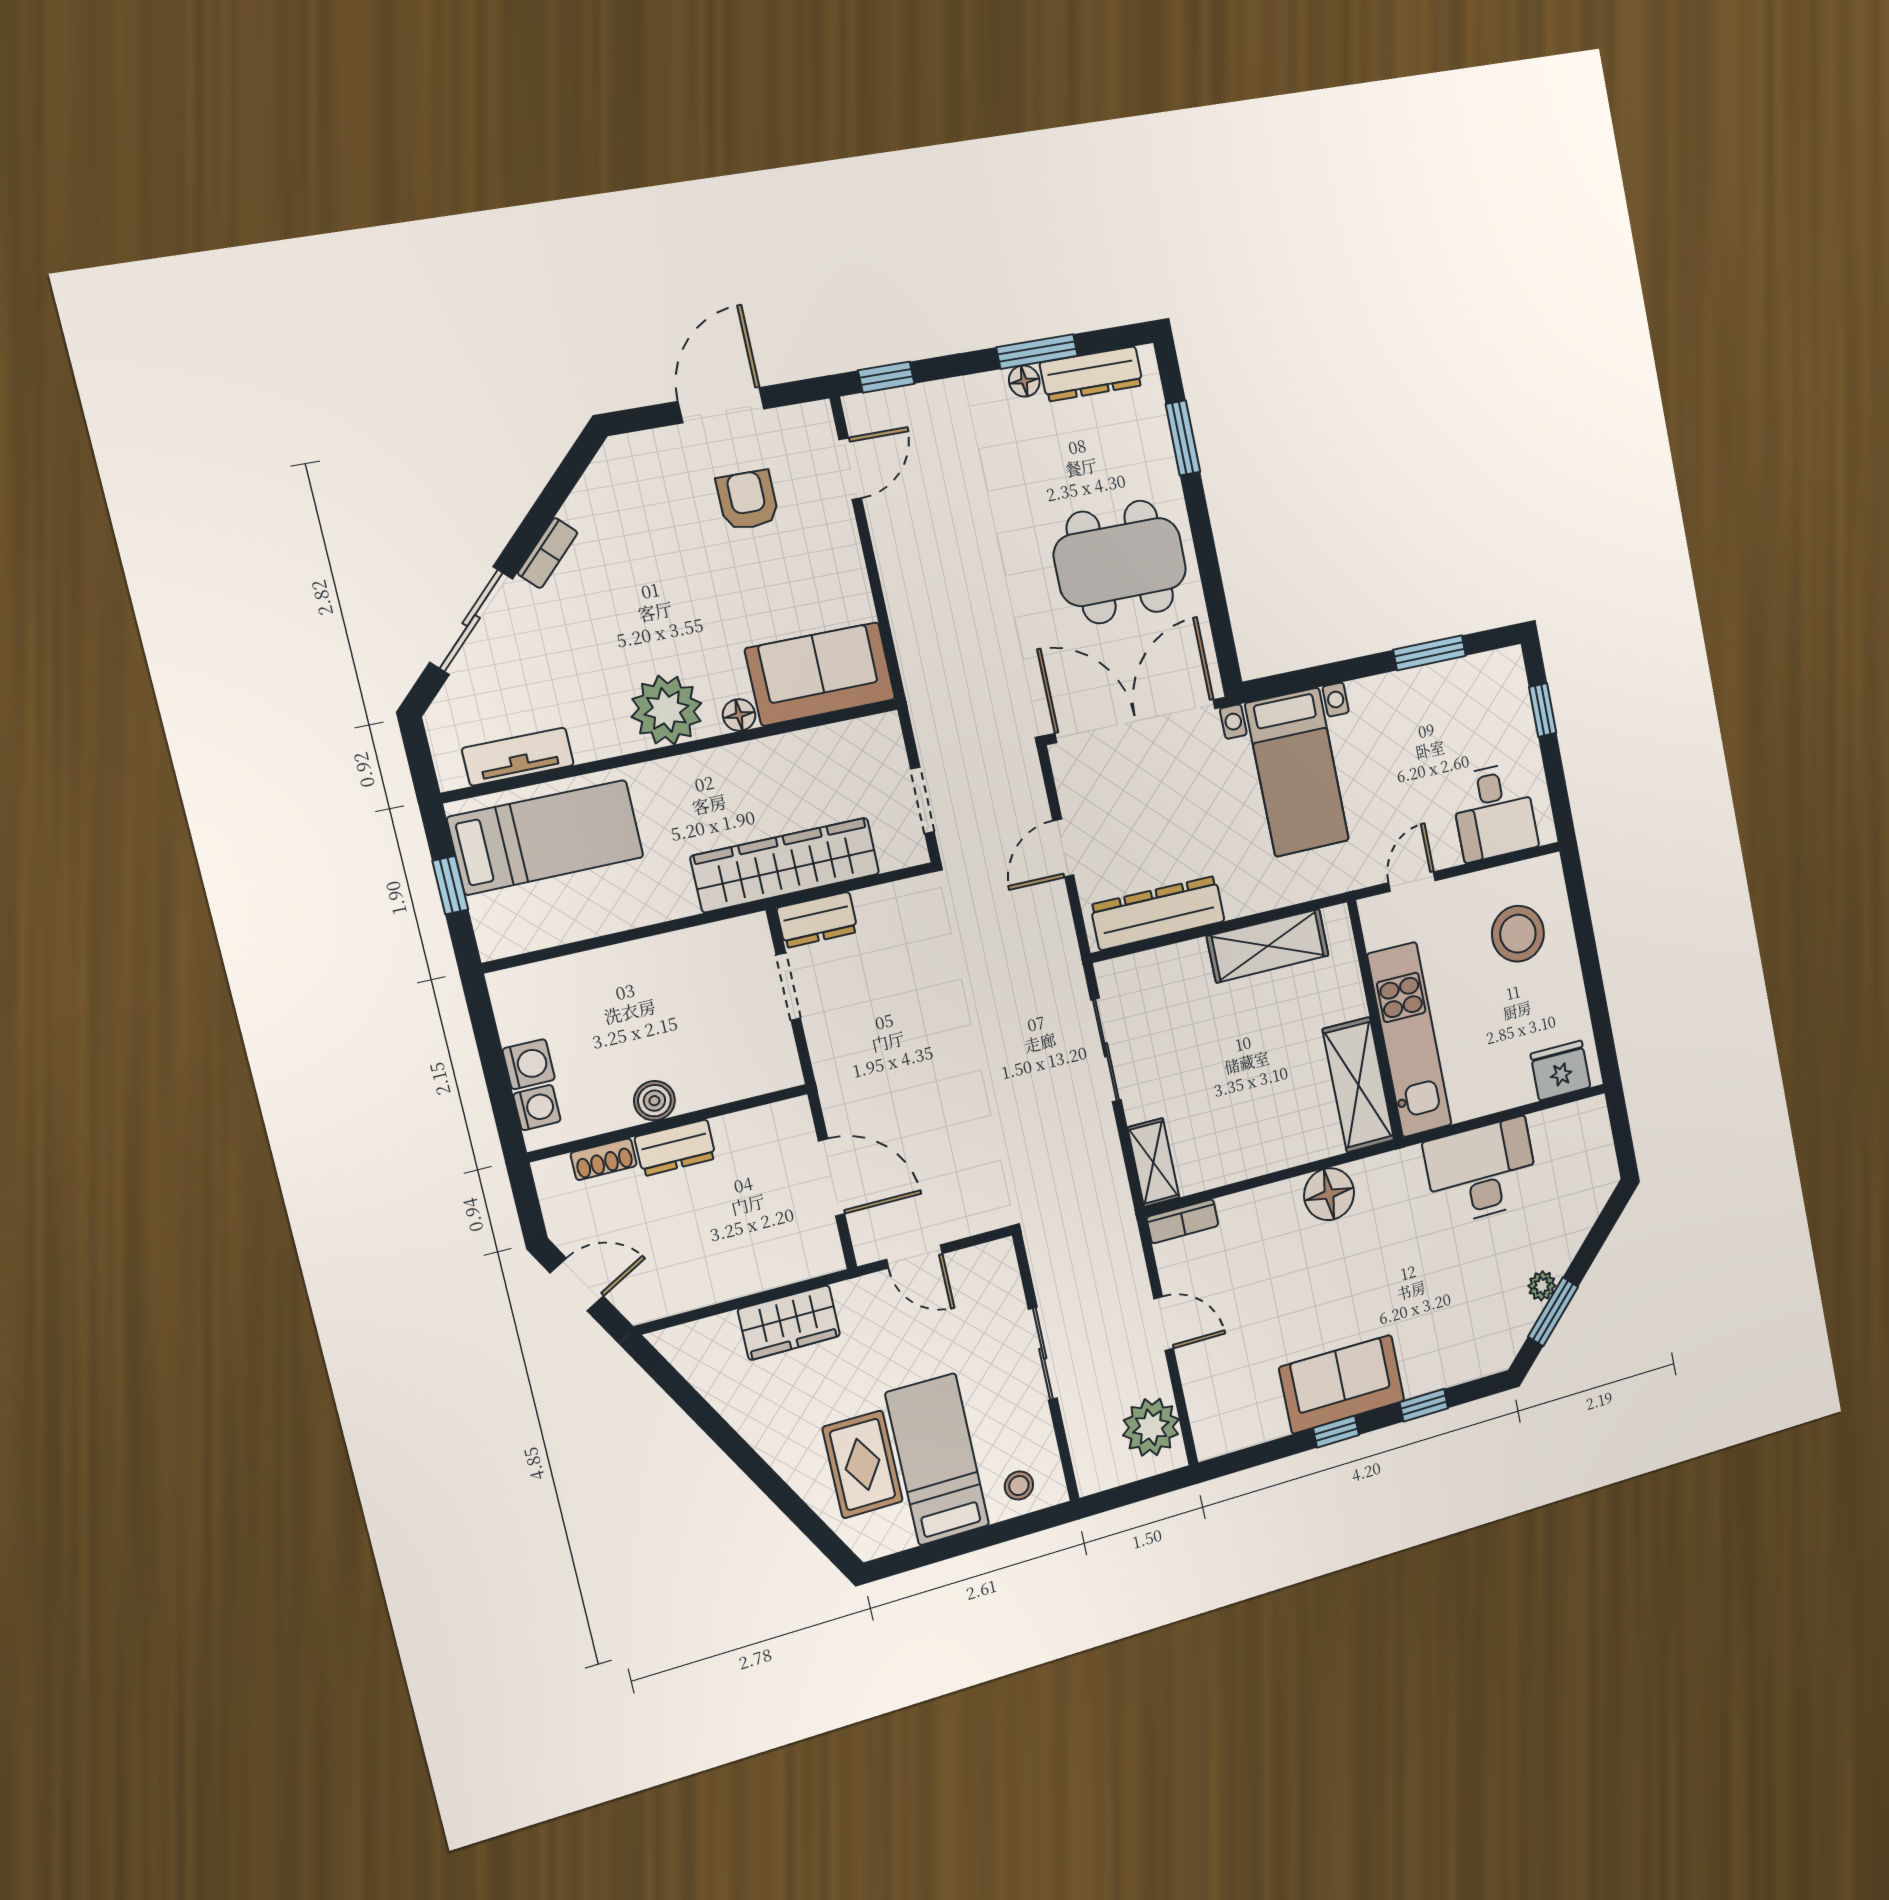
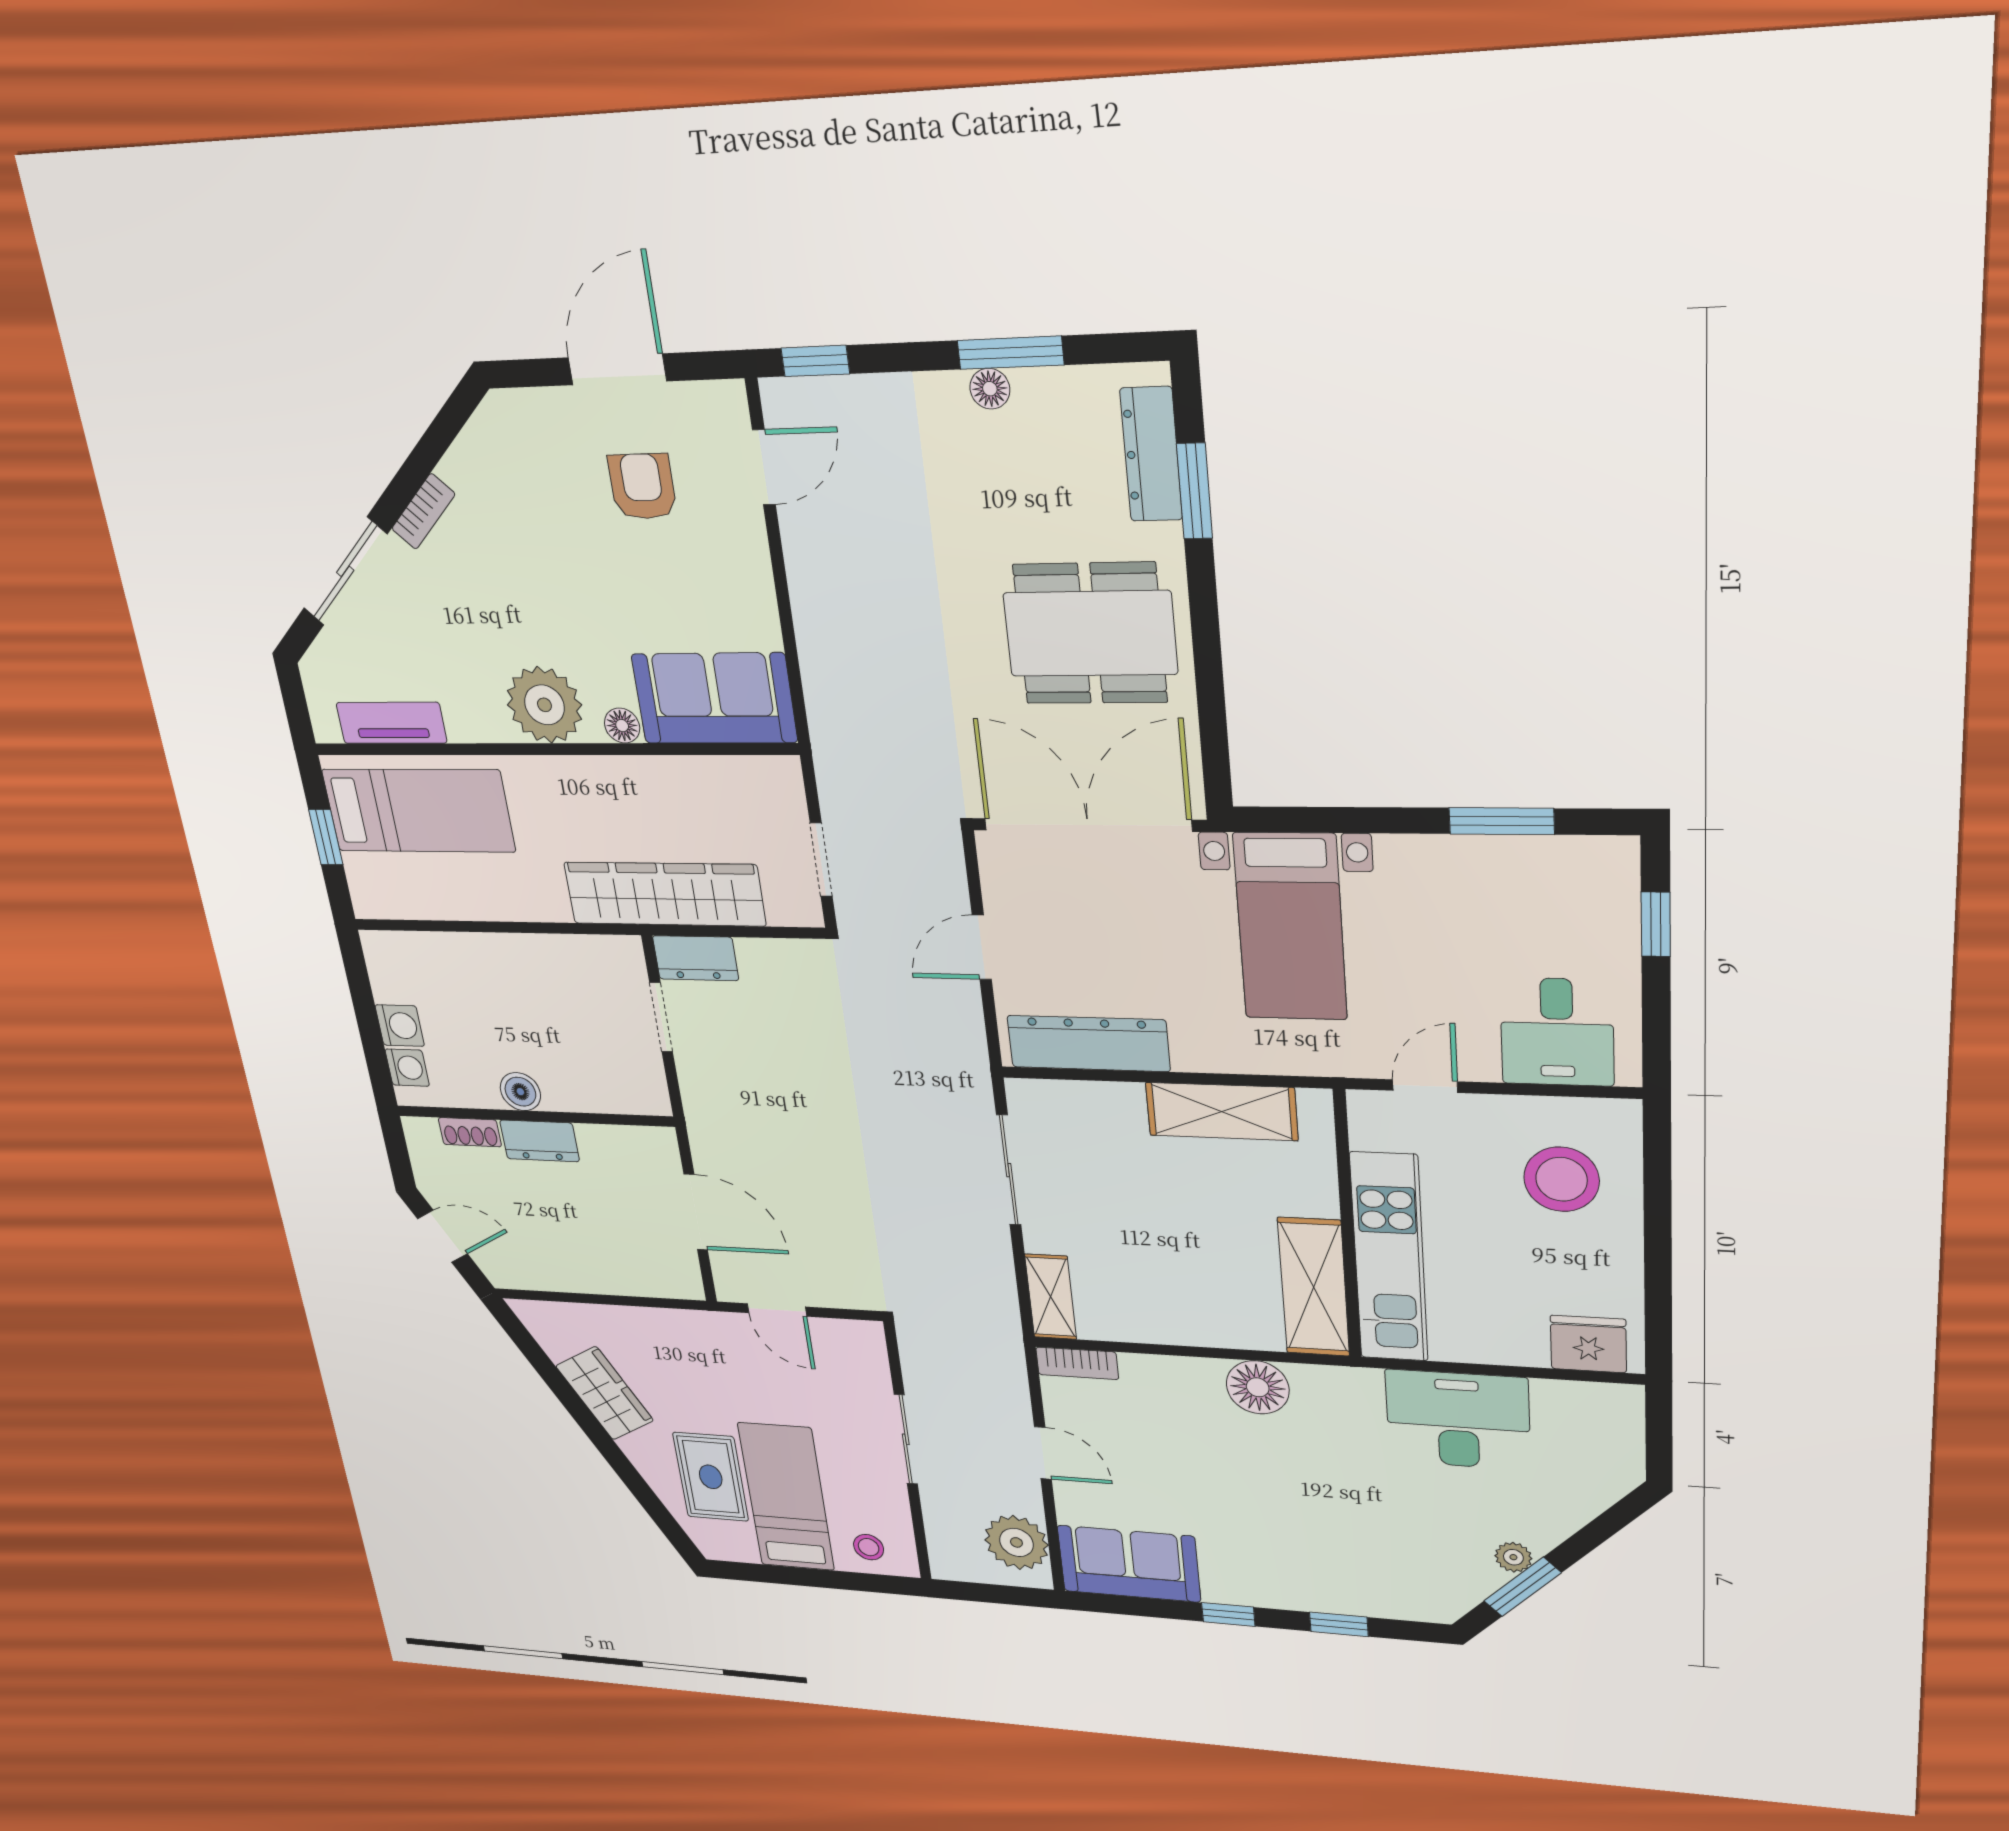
dresser: (1091, 374) -> (1151, 454), moved, turned 90
wardrobe: (789, 1323) -> (605, 1393), moved, turned -119
sofa: (1342, 1384) -> (1129, 1564), moved

